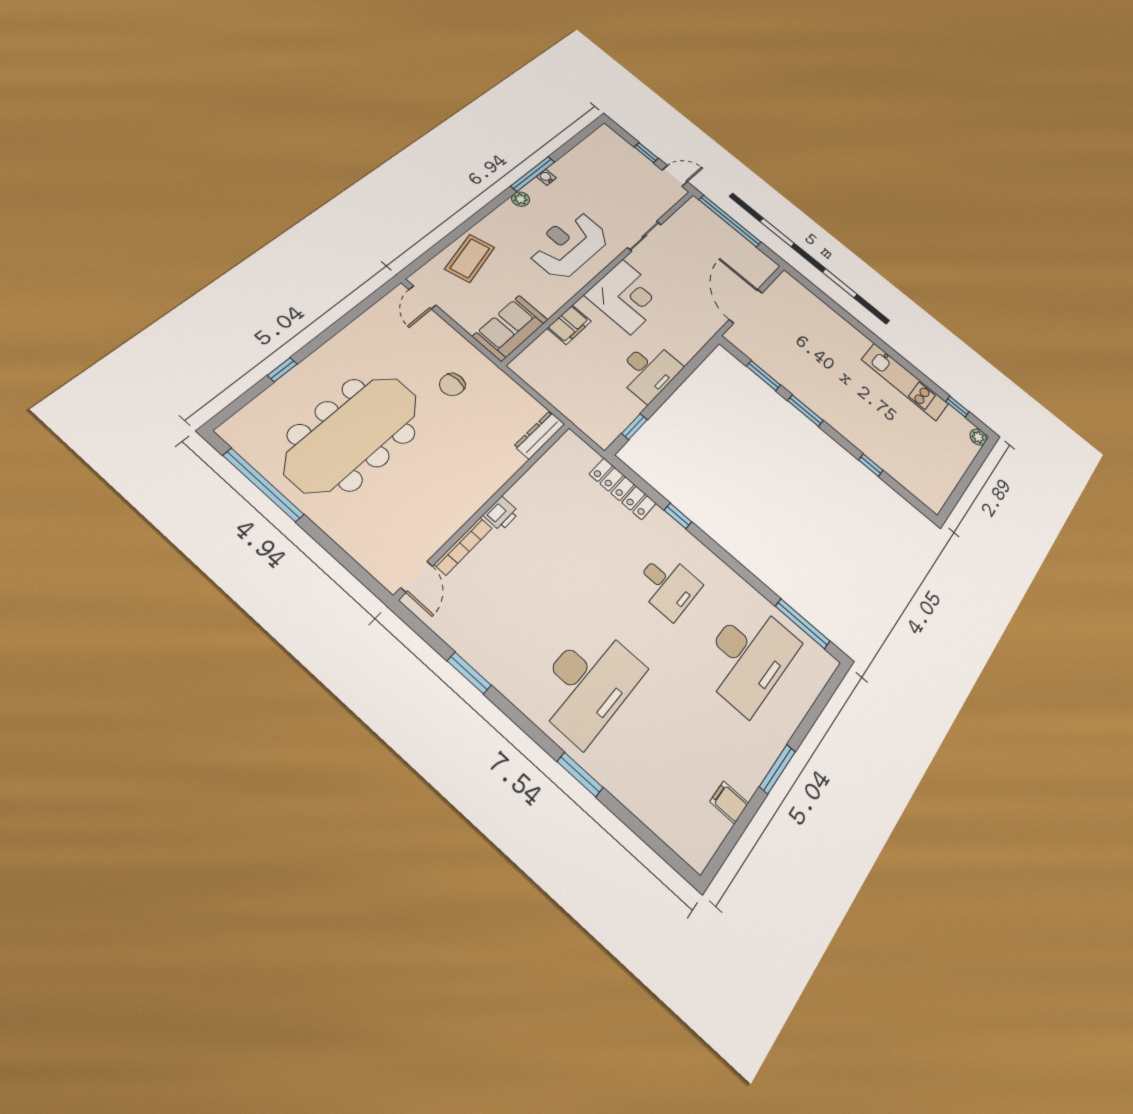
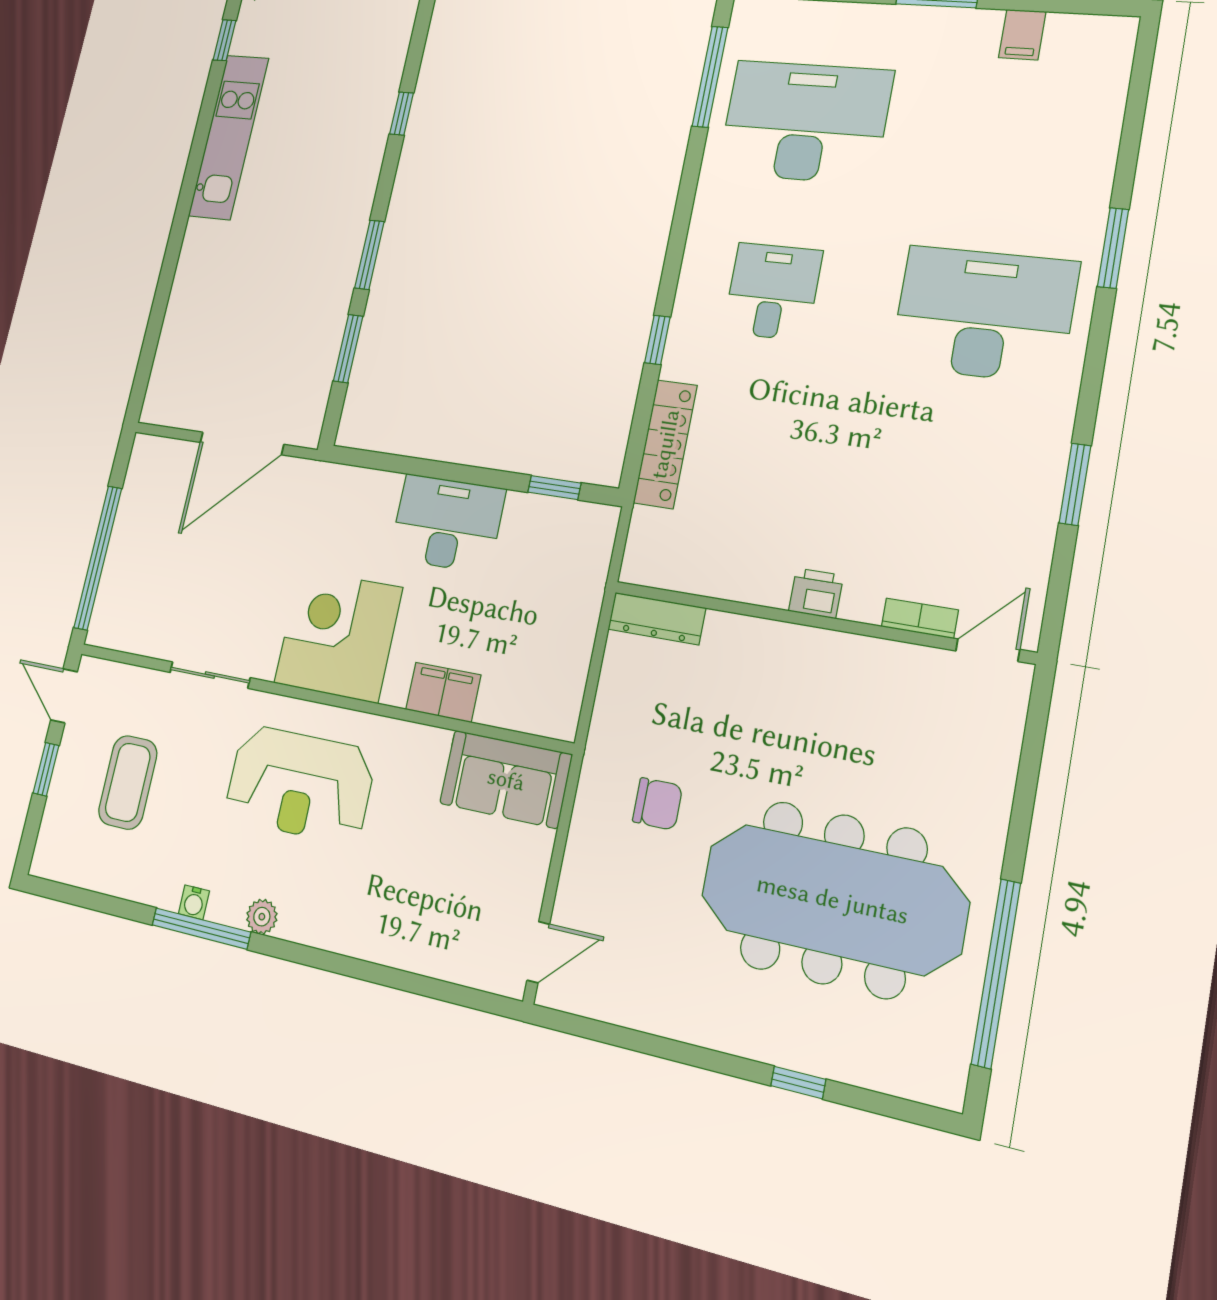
coffee table: (470, 258) -> (128, 782), moved, turned -76
bookcase: (463, 546) -> (920, 618), width x0.64

